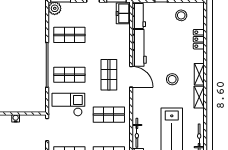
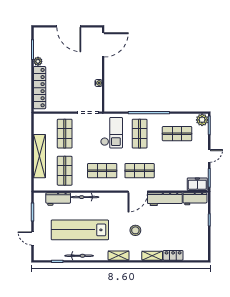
stool: (181, 15) -> (195, 239), removed
shop shelf: (69, 35) -> (177, 134), turned 90
shelving: (199, 74) -> (152, 256), moved
shop shelf: (109, 115) -> (102, 171), turned 90

